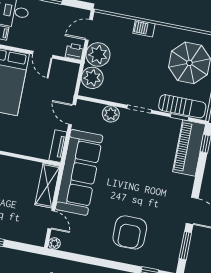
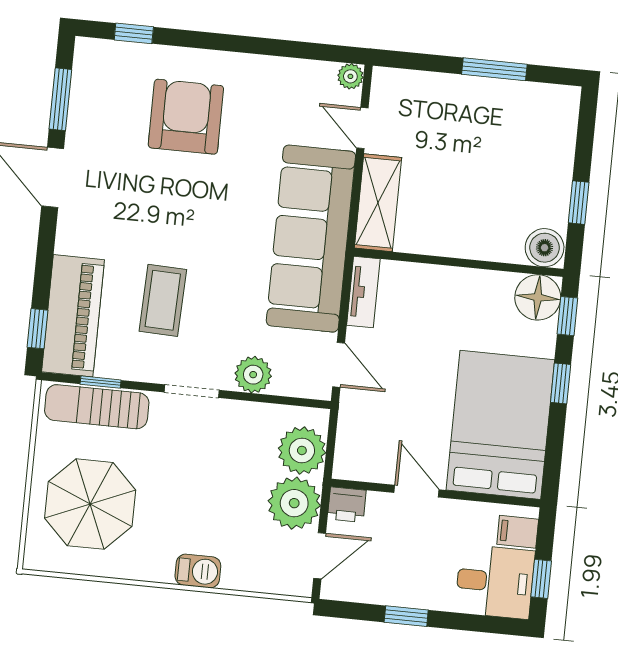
coffee table: (148, 151) -> (163, 300), added

